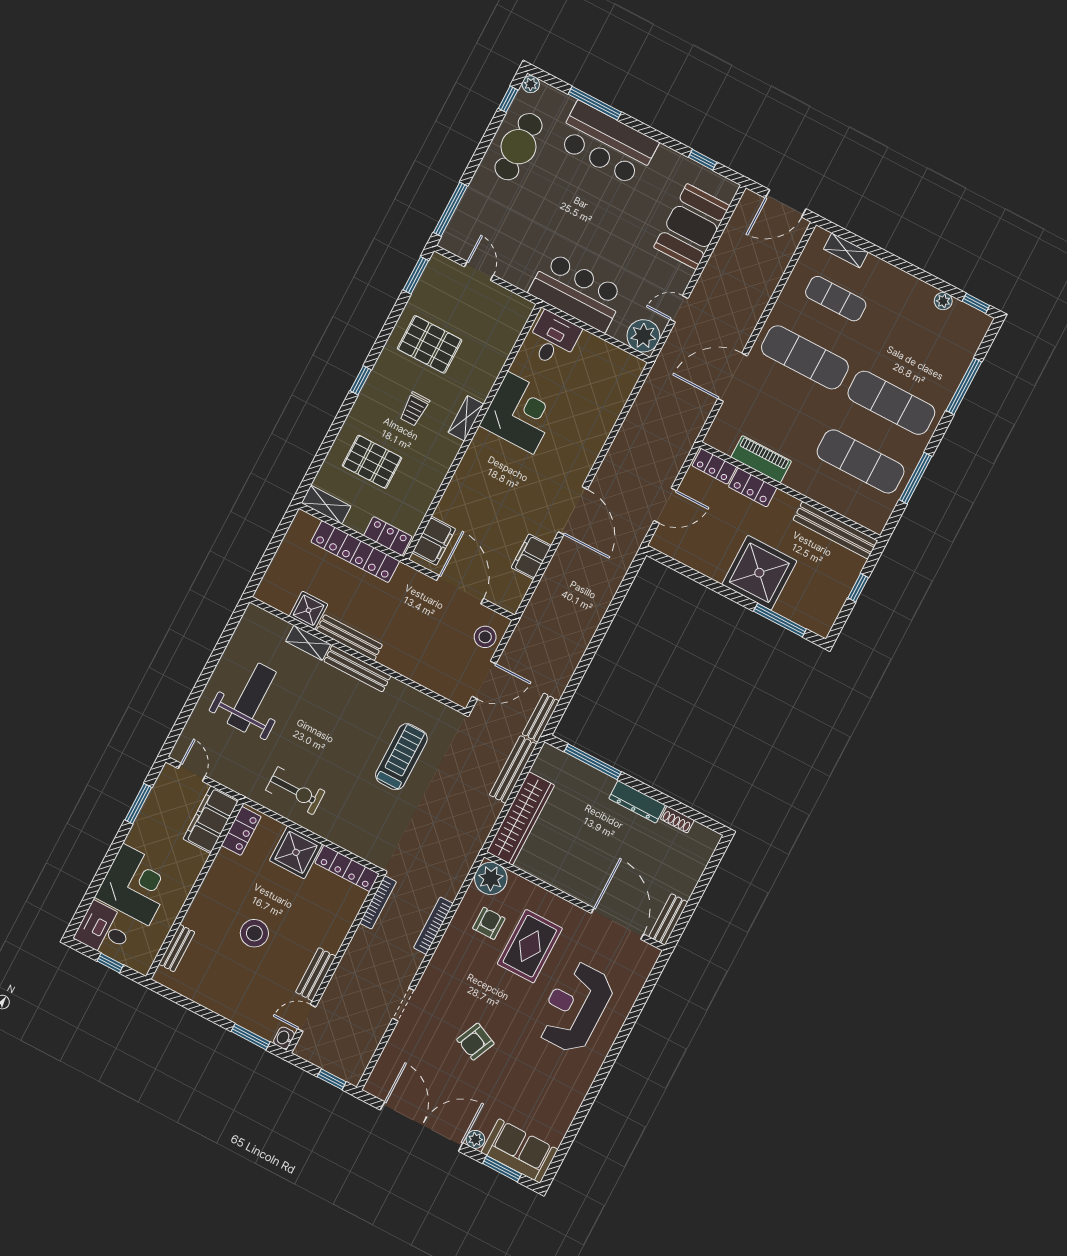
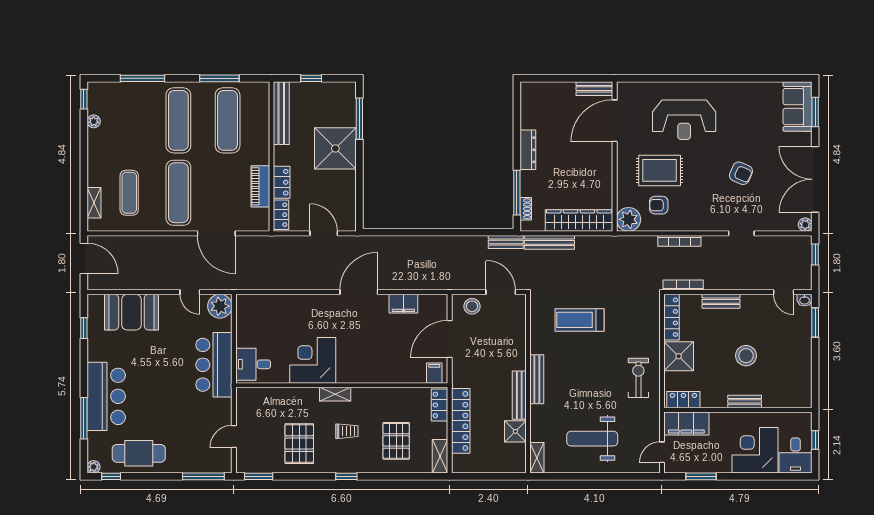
filing cabinet: (434, 541) -> (434, 373), width x0.50
shelving: (308, 643) -> (537, 458), moved
shoe rack: (677, 820) -> (526, 209), moved
bench: (177, 948) -> (745, 401), moved
bench: (316, 974) -> (721, 301), moved
plant: (475, 1139) -> (805, 225), moved

